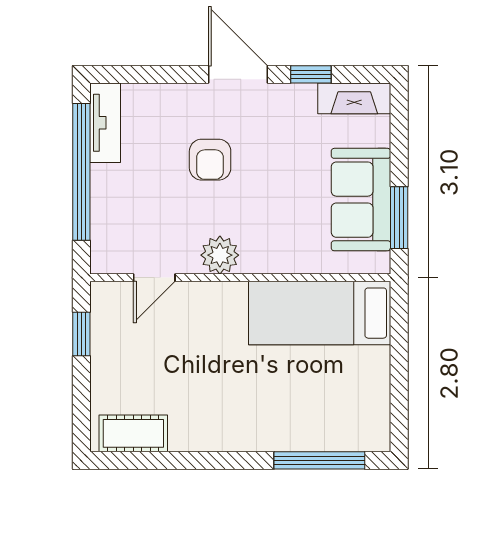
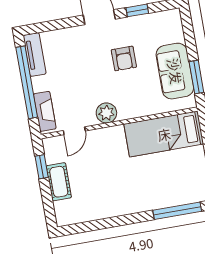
fireplace: (354, 98) -> (45, 111), moved, turned -90
armchair: (210, 160) -> (124, 58), moved
cot: (133, 433) -> (59, 182), moved, turned 90

